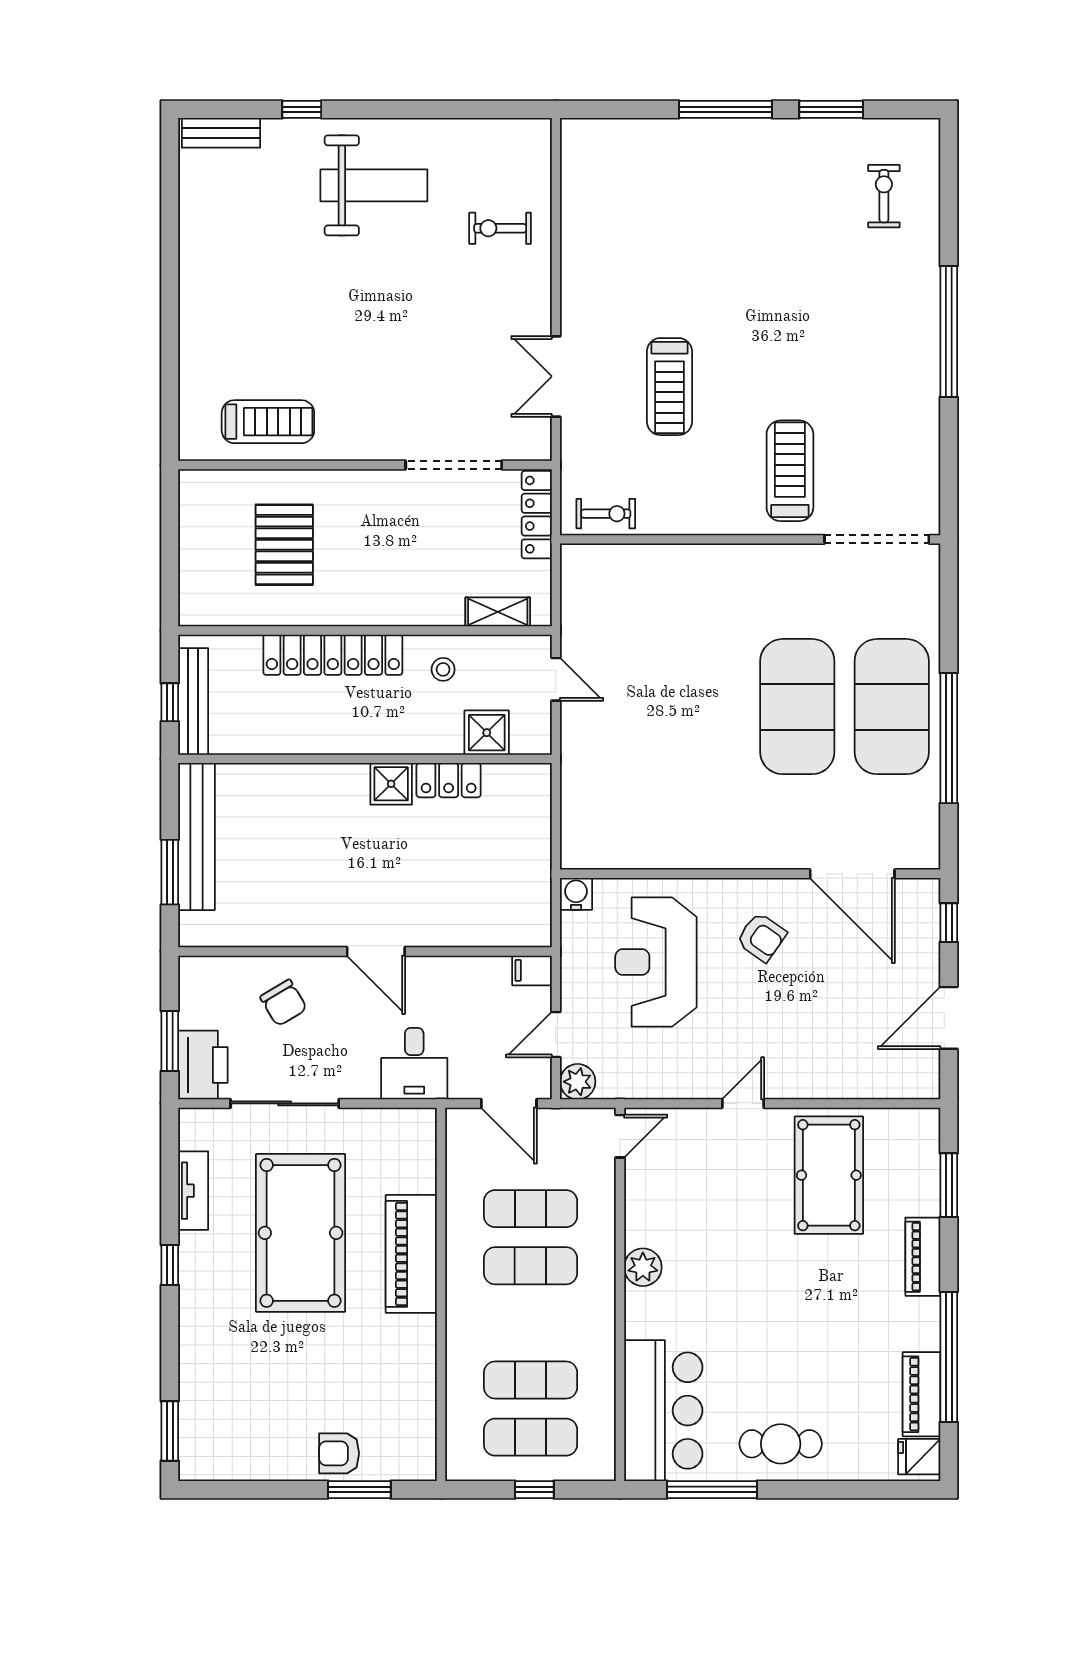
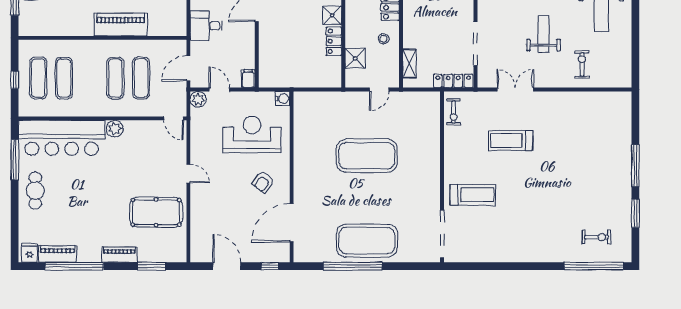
weight bench: (433, 314) -> (543, 34), added
window: (949, 332) -> (594, 266), moved
exercise mat: (797, 707) -> (367, 156), moved
bar counter: (663, 1411) -> (62, 138), width x1.36

